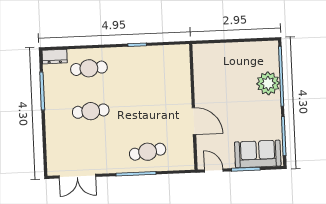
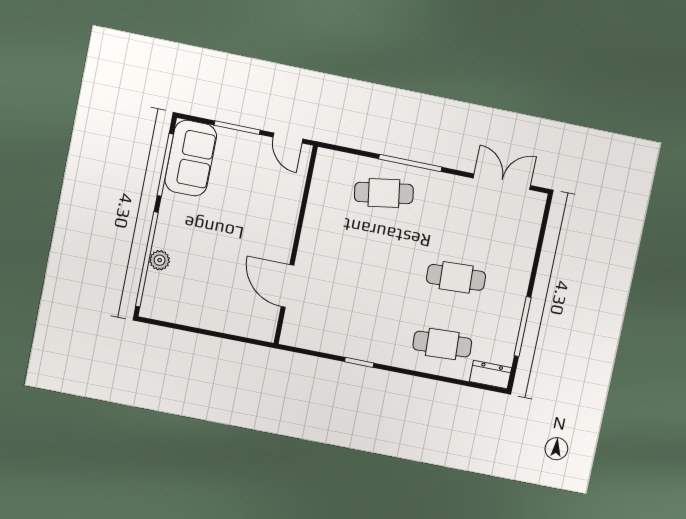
plant: (268, 83) -> (160, 260), width x0.53, depth x0.53
door: (194, 121) -> (288, 286), moved
sofa: (258, 154) -> (191, 158), moved, turned -90

